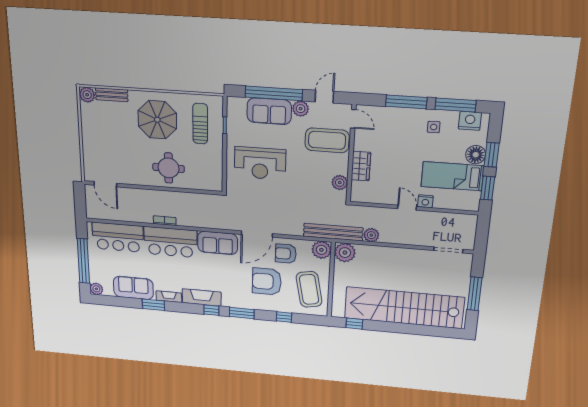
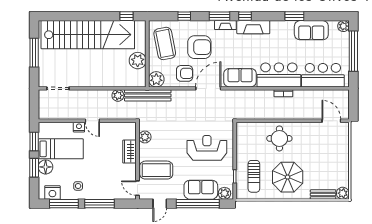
plant: (301, 109) -> (224, 193), moved
plant: (345, 253) -> (138, 61), moved
fireplace: (169, 297) -> (225, 25), moved

